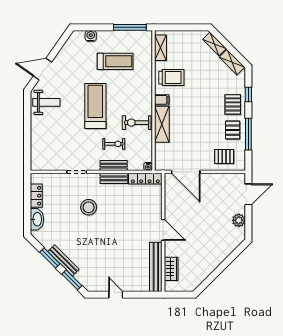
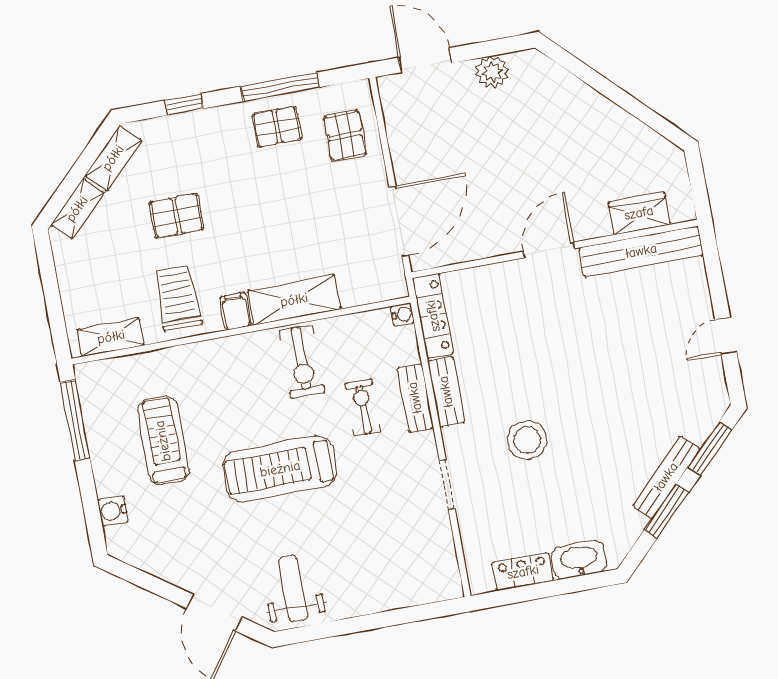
pallet: (233, 104) -> (176, 216), moved

